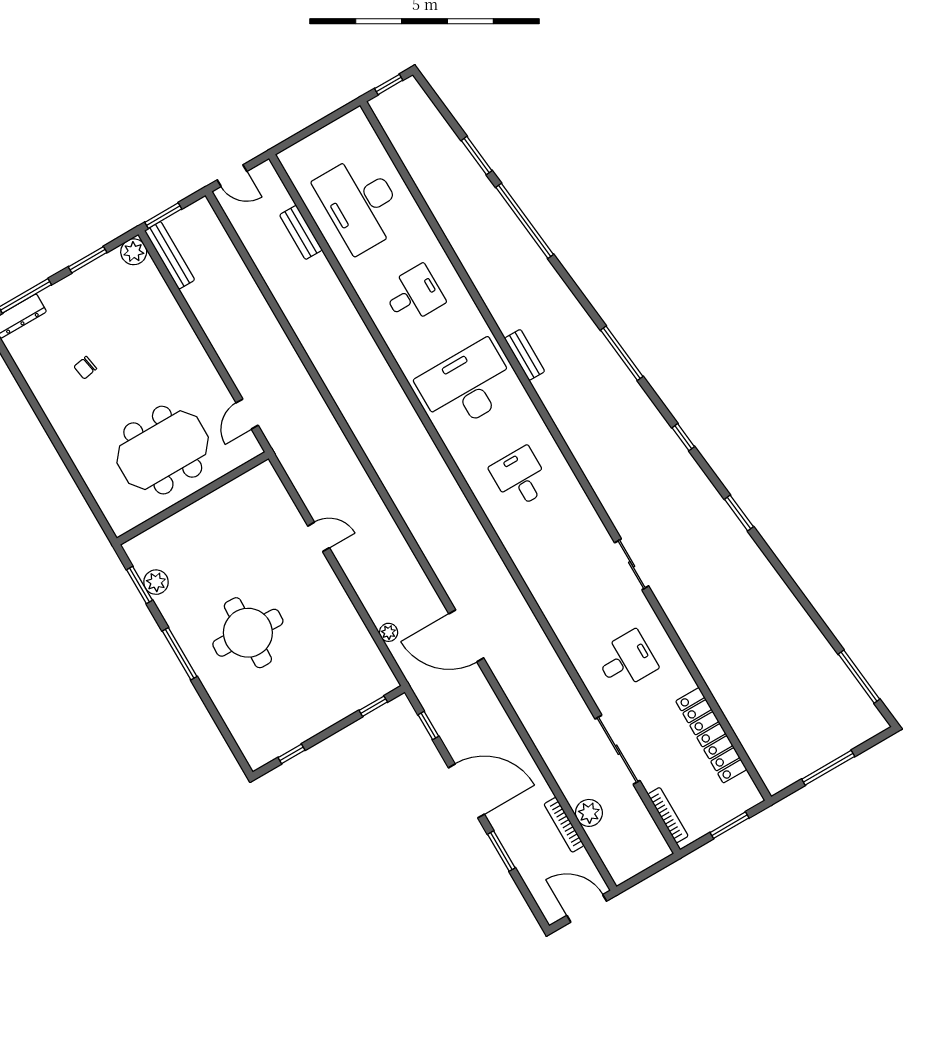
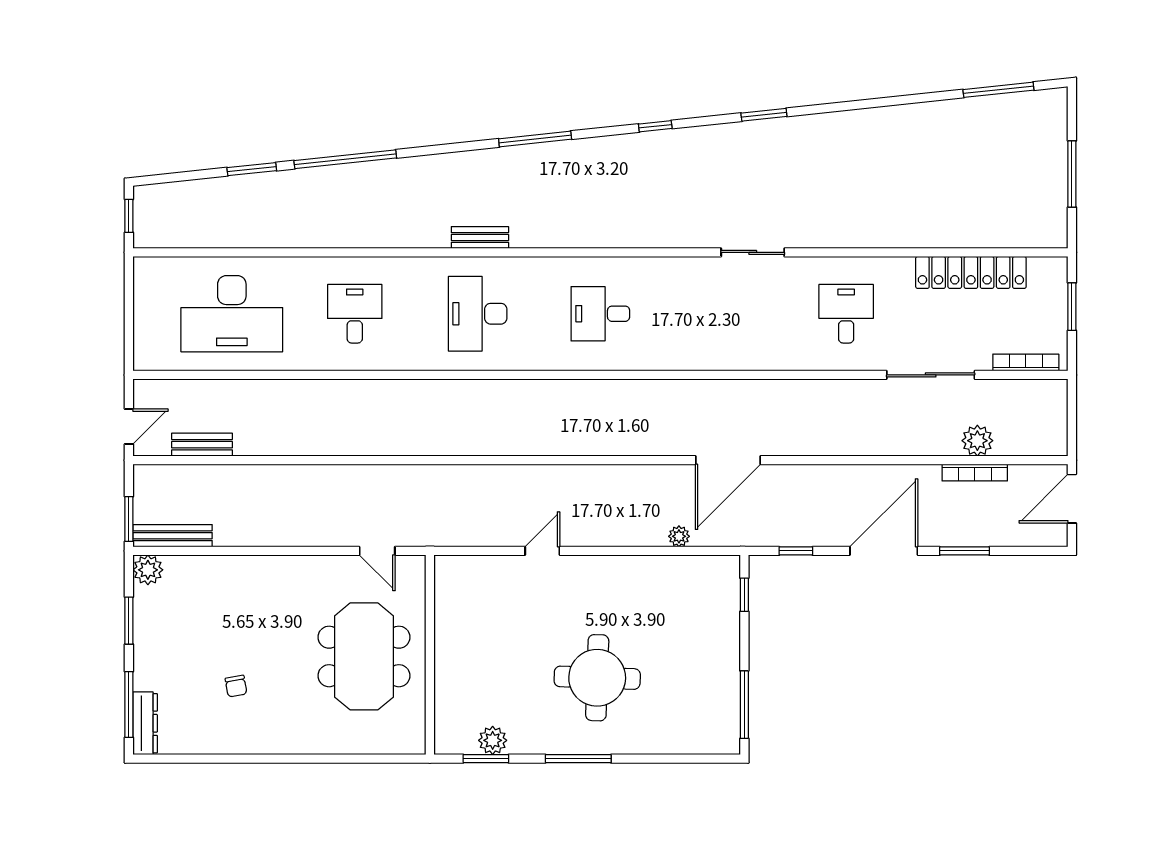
bench: (301, 232) -> (202, 445), moved
desk: (467, 386) -> (478, 314), width x0.73, depth x0.77
window: (292, 754) -> (744, 705), width x2.17

